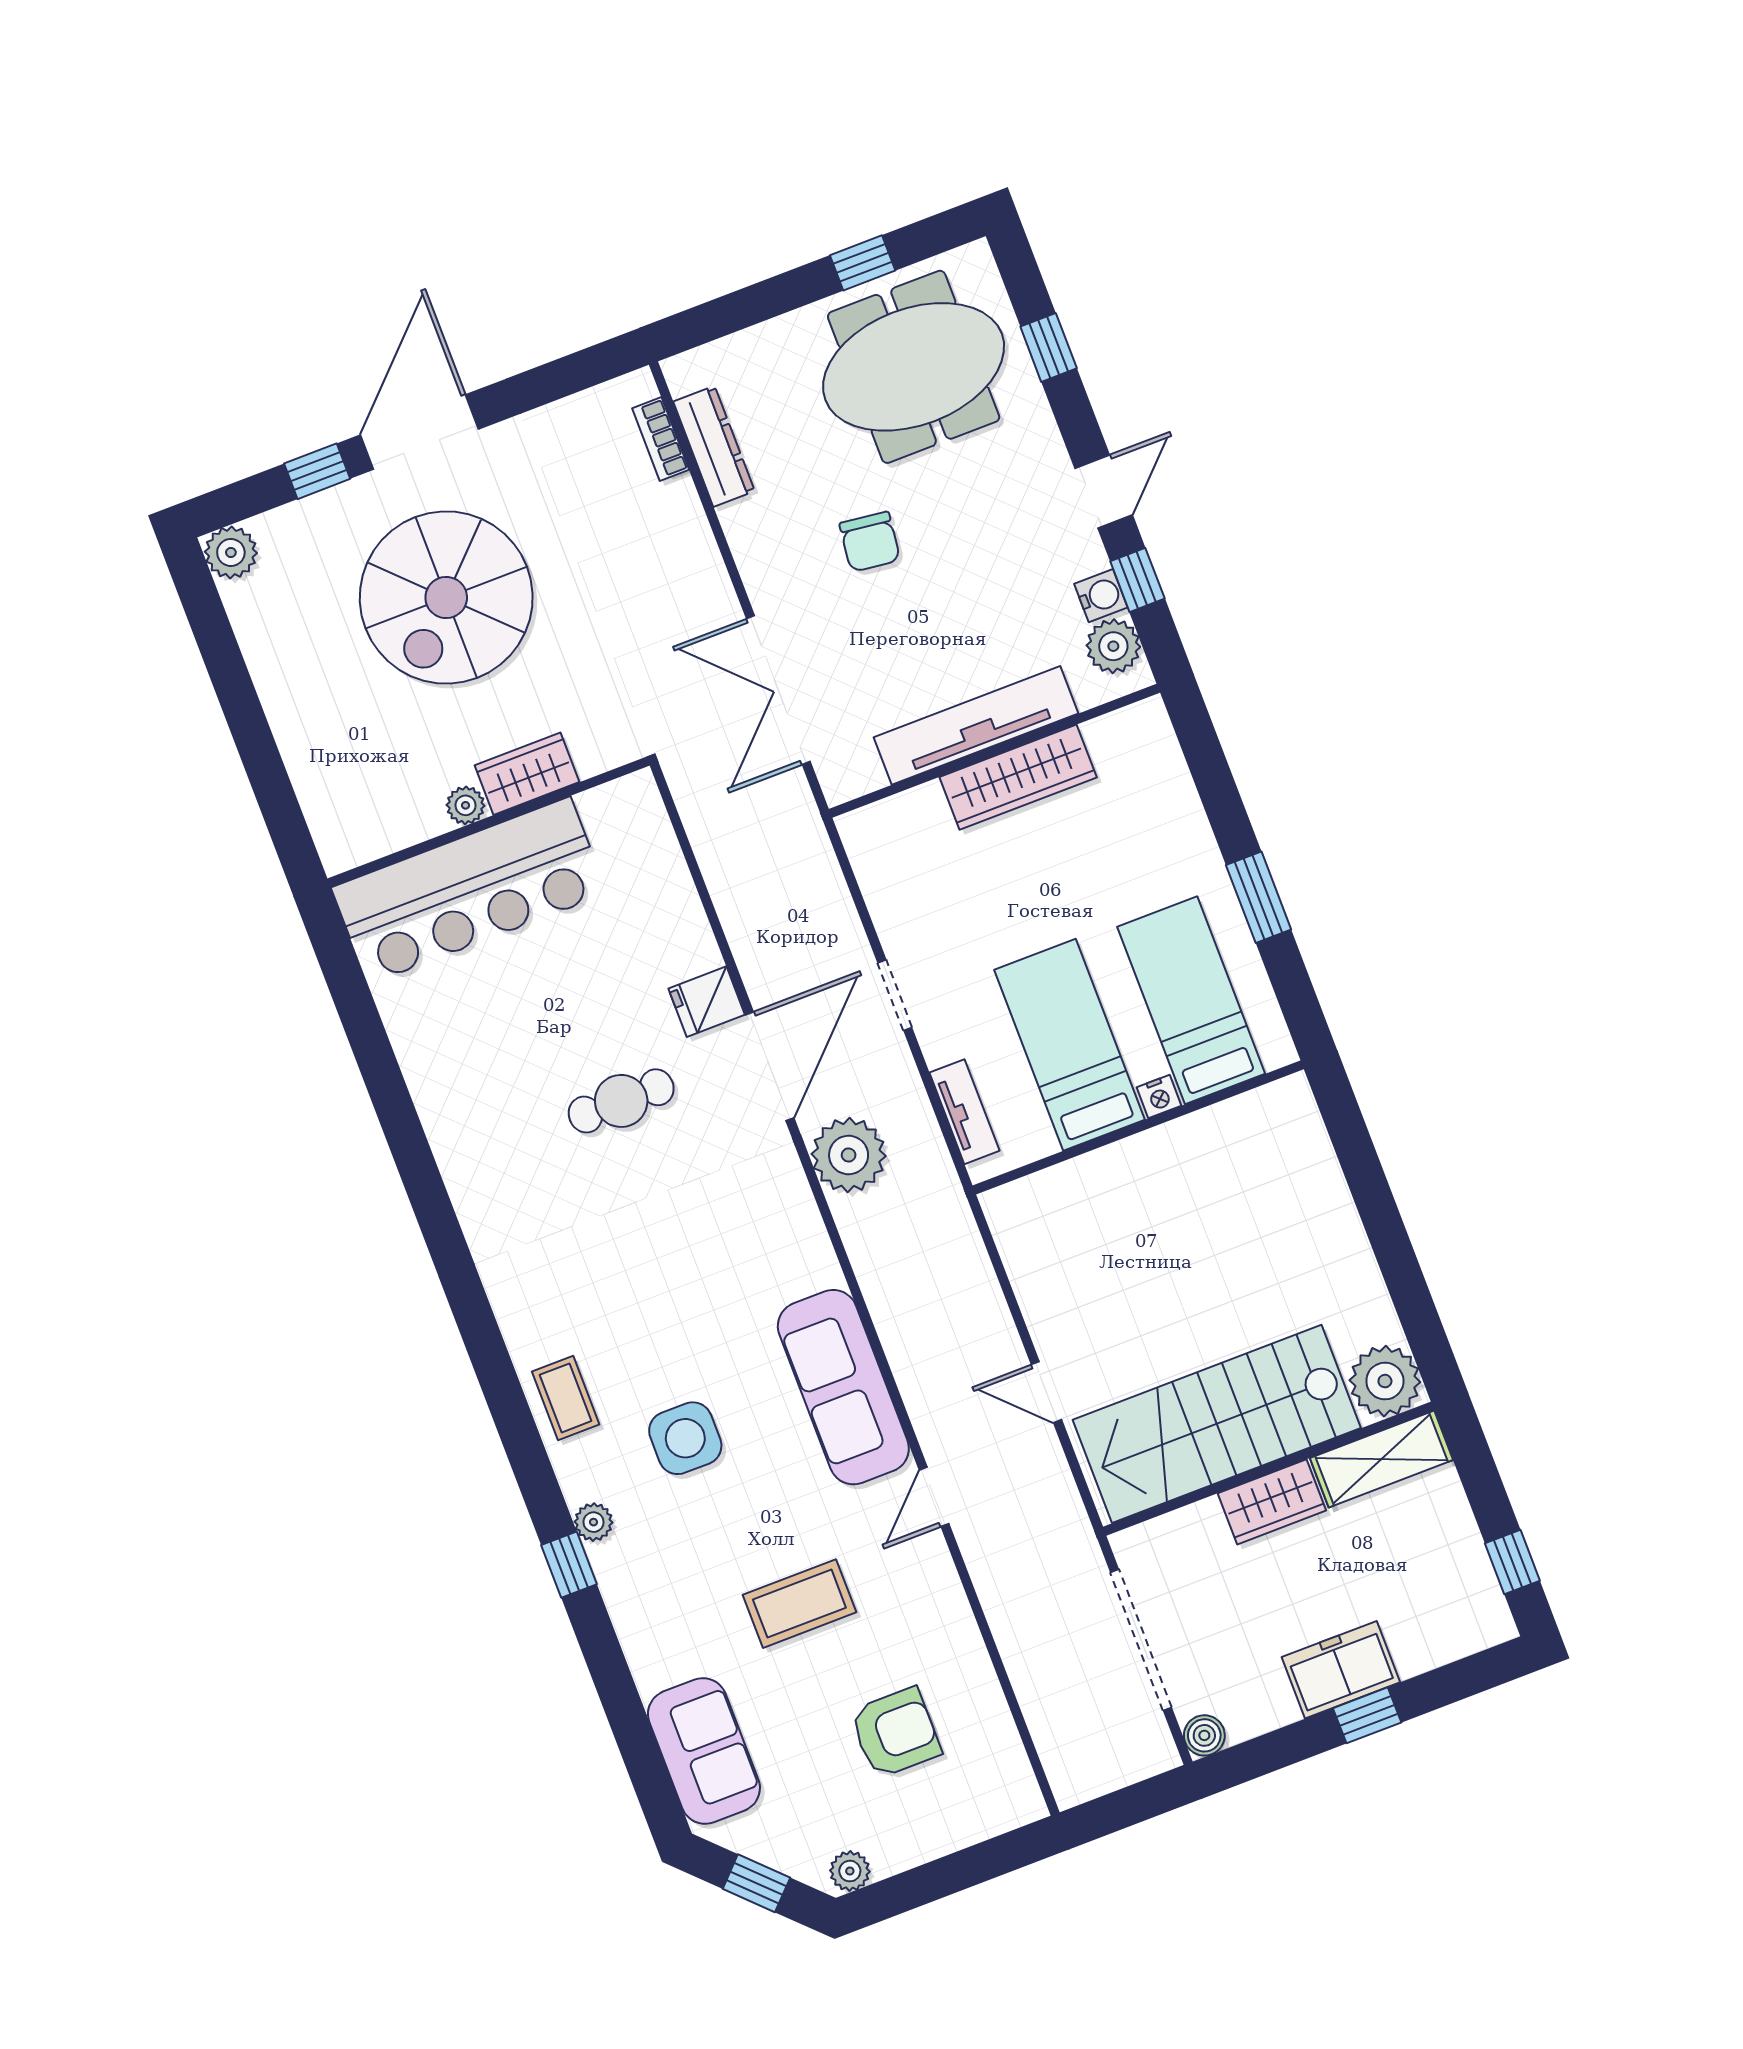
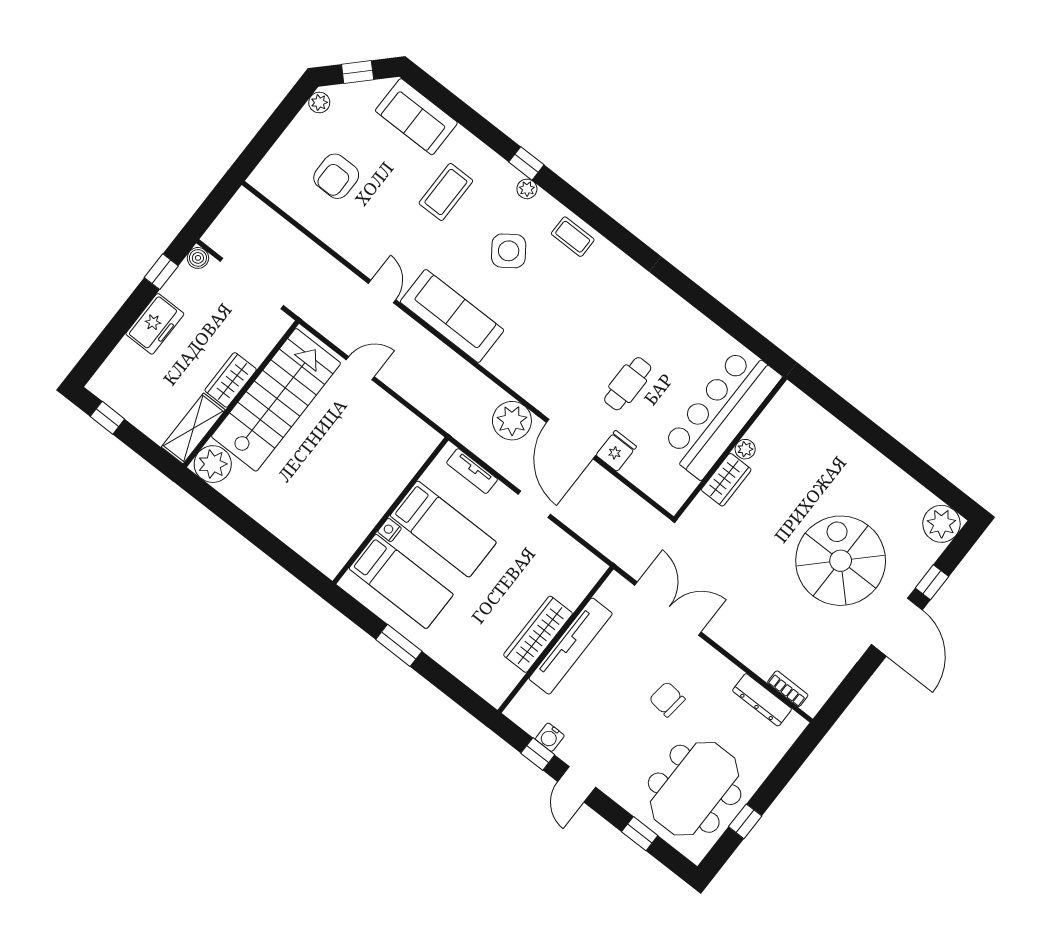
plant: (231, 552) -> (941, 524), width x1.36, depth x1.36
plant: (1113, 646) -> (531, 718), removed
wardrobe: (527, 774) -> (726, 480), moved
plant: (466, 805) -> (745, 449), moved
wall: (489, 822) -> (730, 448), moved
bar counter: (469, 890) -> (721, 412), moved
side table: (685, 1438) -> (509, 251), turned -36
coffee table: (799, 1604) -> (446, 192), moved
window: (1367, 1715) -> (161, 272), moved

